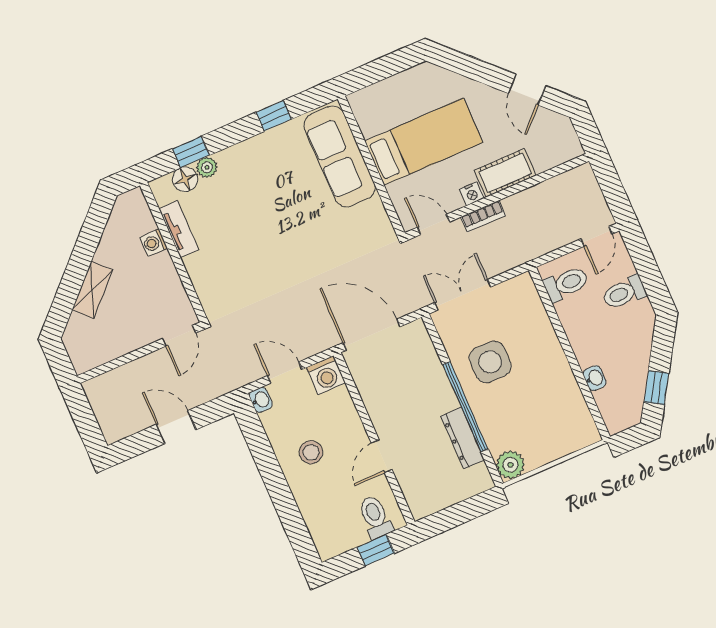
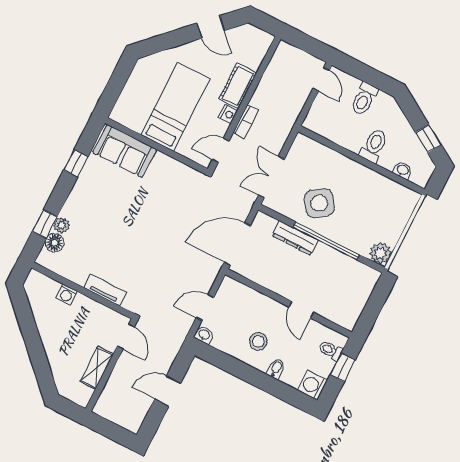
sofa: (340, 156) -> (125, 151), width x0.73
tv unit: (179, 229) -> (105, 290), moved
toilet: (566, 284) -> (374, 146), moved
shelving: (92, 290) -> (97, 368), moved, turned 45
side table: (490, 362) -> (319, 203), turned -35
washing machine: (326, 375) -> (312, 385), moved, turned 180
washbasin: (595, 378) -> (403, 170), moved
dresser: (463, 438) -> (295, 238), moved
bidet: (306, 495) -> (276, 369), added
toilet: (375, 517) -> (330, 350), width x0.73, depth x0.72

